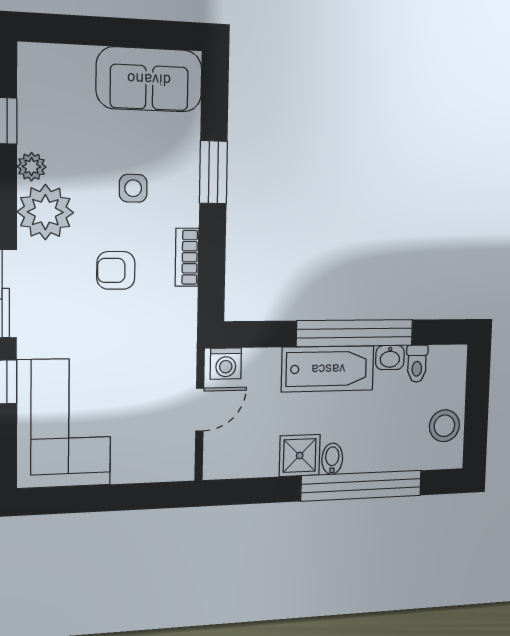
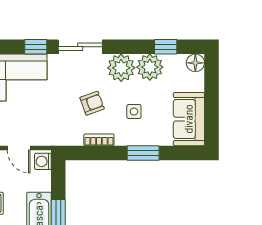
floor lamp: (36, 61) -> (195, 63), added
plant: (32, 167) -> (150, 67), width x1.88, depth x1.88
armchair: (116, 270) -> (92, 103), turned 70

